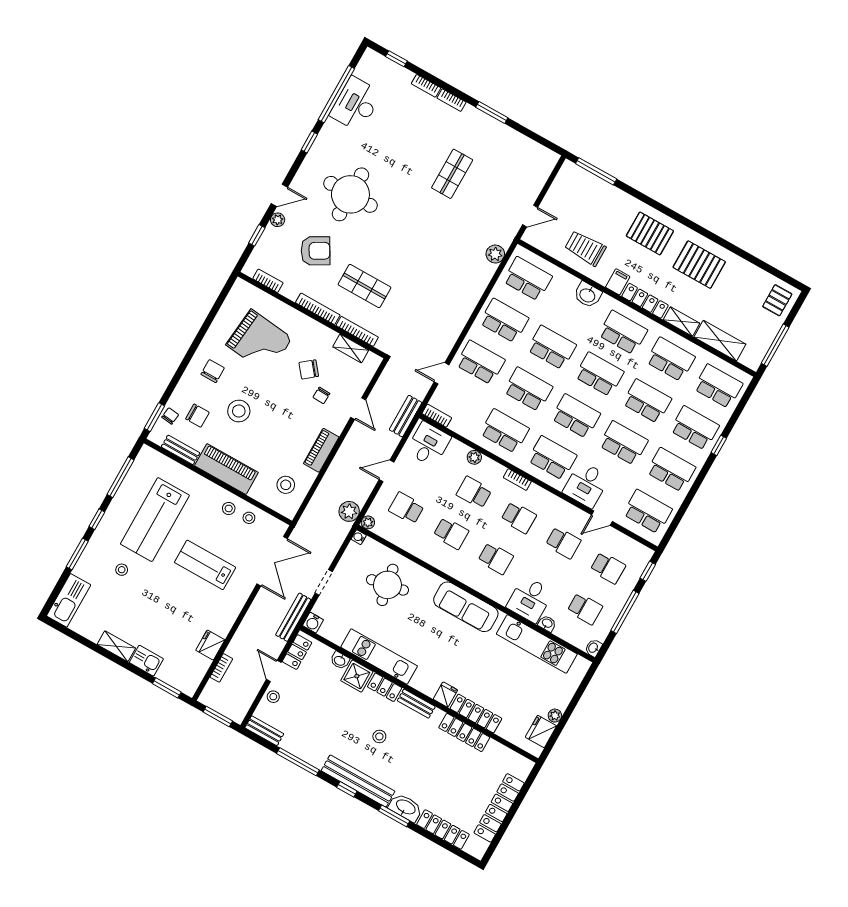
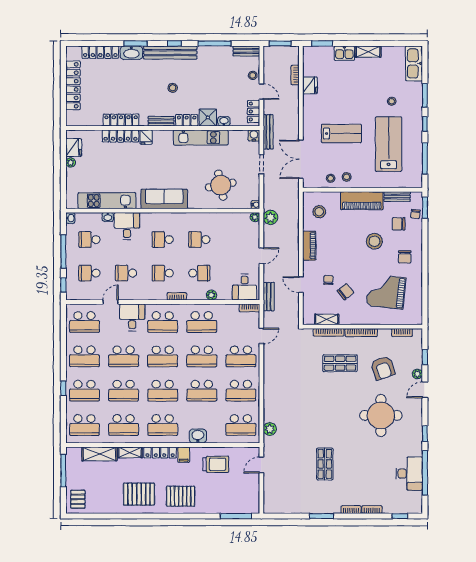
armchair: (316, 251) -> (383, 368), turned -79
school desk: (406, 508) -> (236, 240), removed

